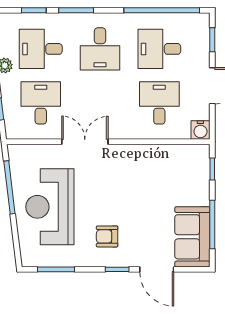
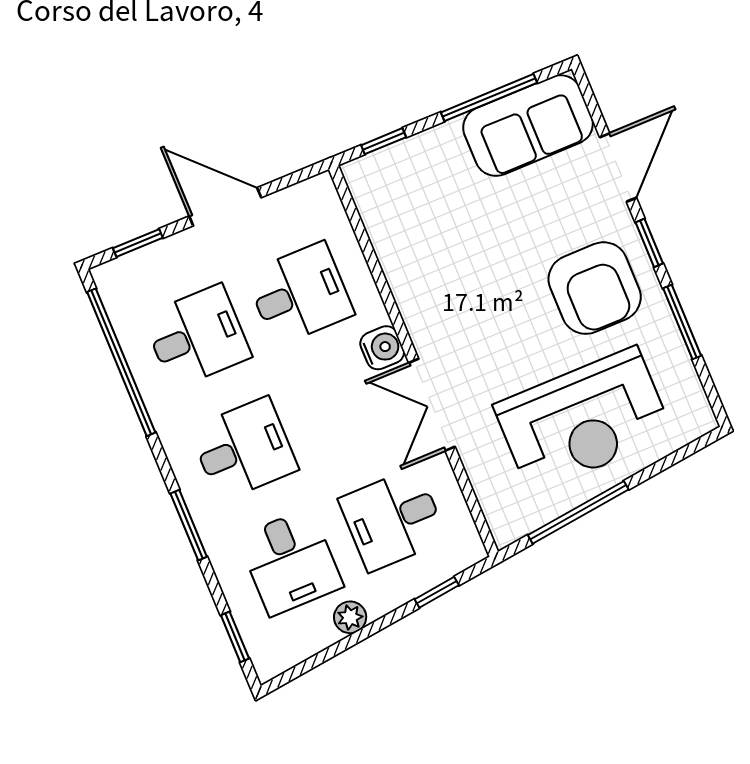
window: (34, 10) -> (235, 637), moved
desk: (159, 49) -> (197, 336), turned -90
desk: (159, 103) -> (300, 294), turned 180
water cooler: (200, 130) -> (382, 348), moved
armchair: (107, 236) -> (595, 288), width x1.88, depth x1.88
window: (56, 269) -> (682, 322), moved

